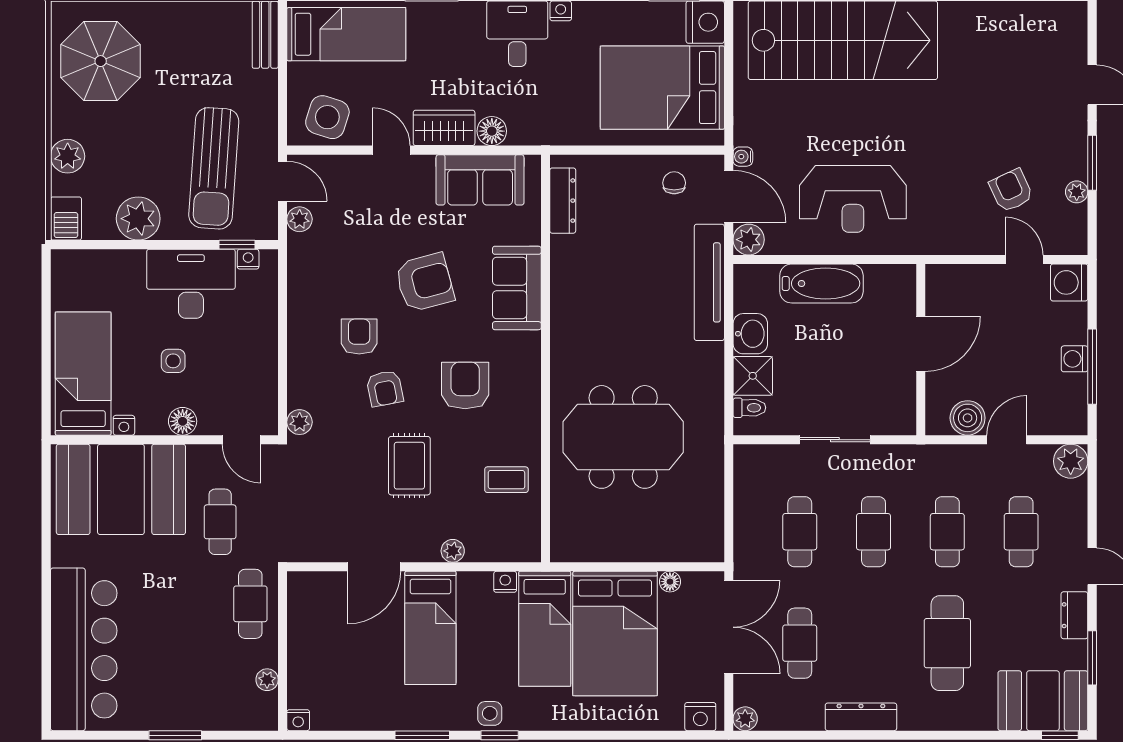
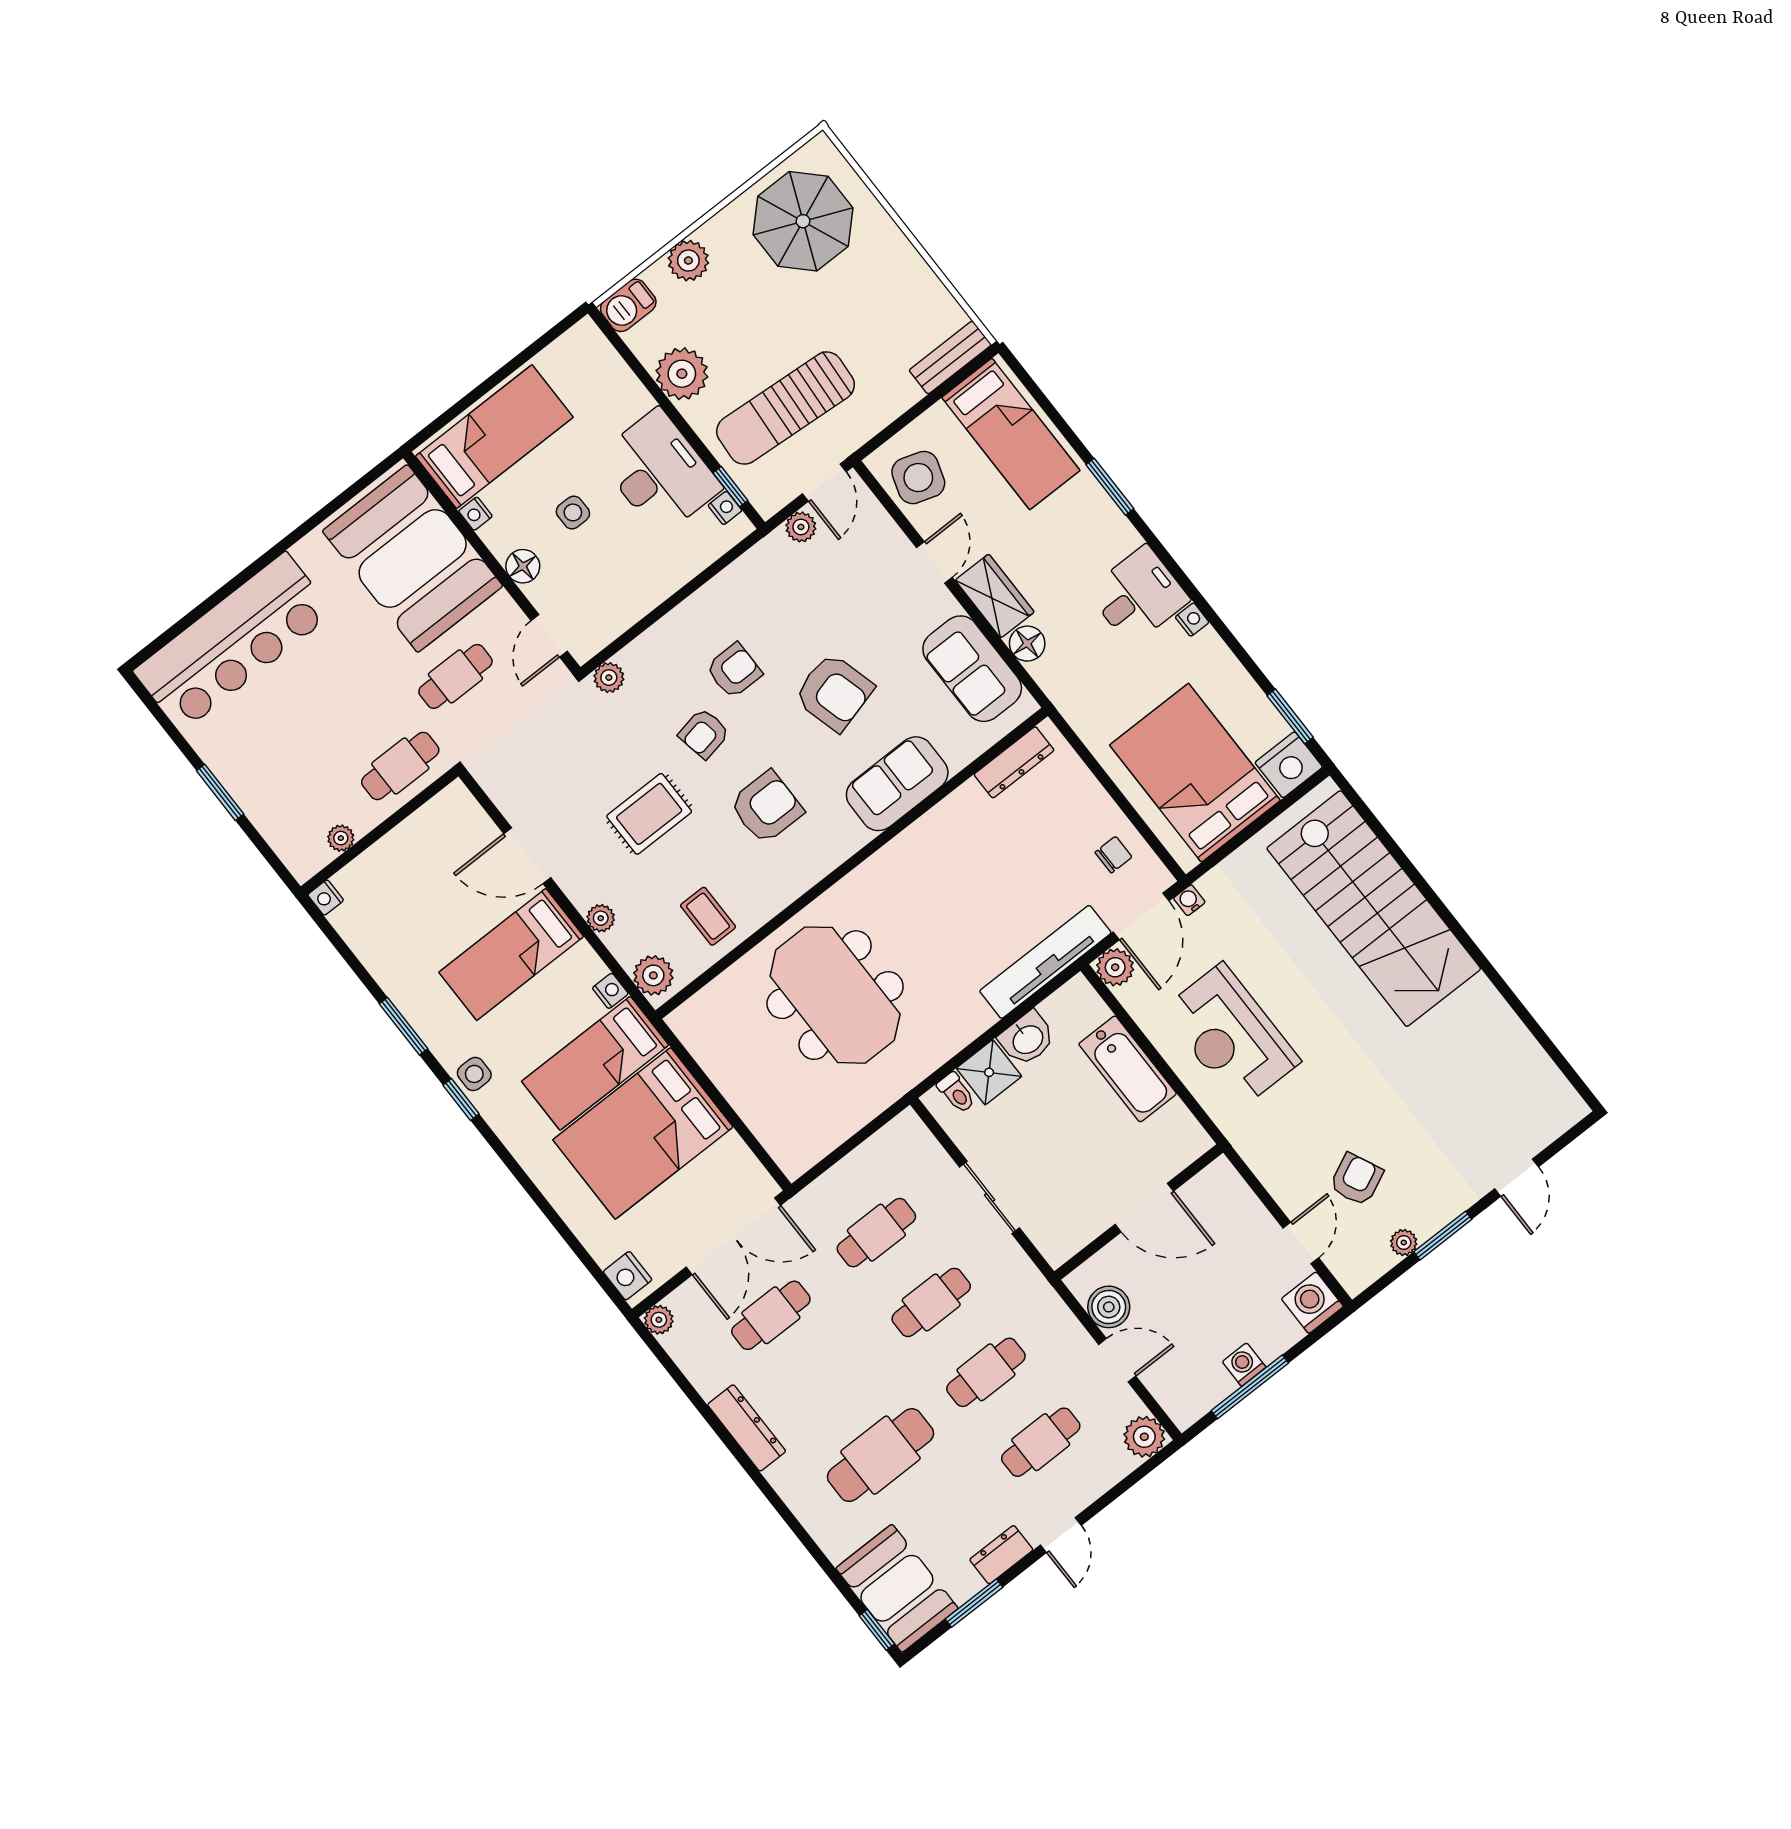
plant: (517, 546) -> (653, 975), added
floor lamp: (670, 582) -> (733, 1147), removed

